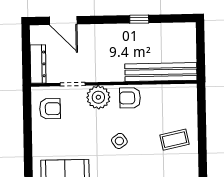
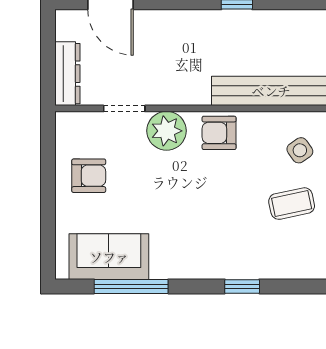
armchair: (50, 109) -> (89, 176), moved
side table: (119, 141) -> (300, 150), moved

